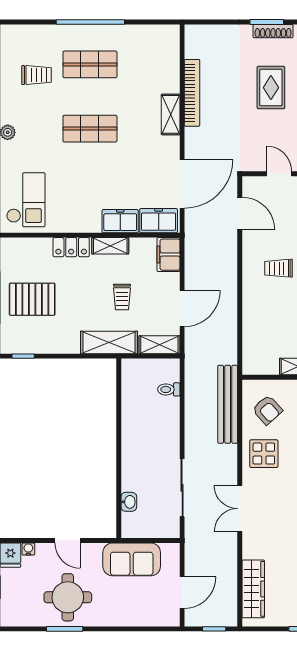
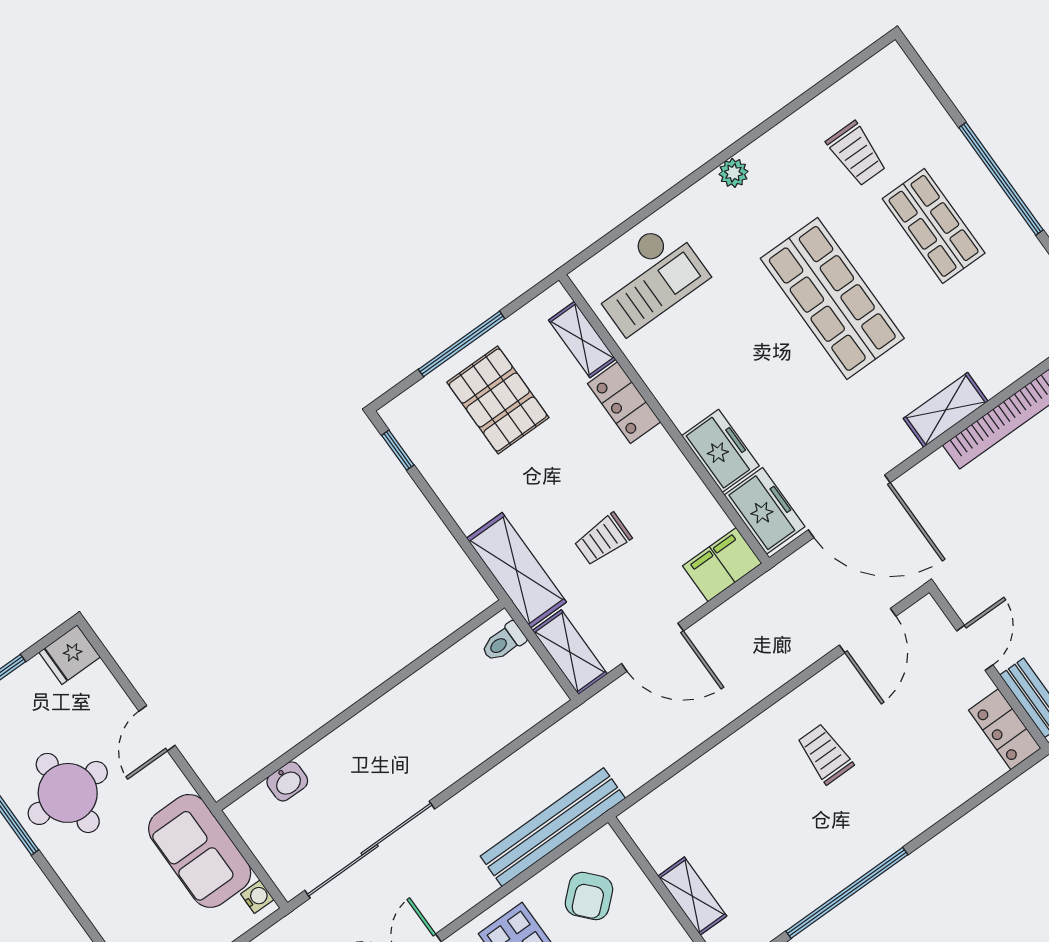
shop shelf: (90, 129) -> (832, 298), width x1.43, depth x1.36
shelving: (110, 246) -> (582, 340), moved
toilet: (169, 389) -> (503, 642), moved, turned -90
sliding door: (182, 488) -> (370, 850), width x1.36
water cooler: (28, 549) -> (257, 897), moved

